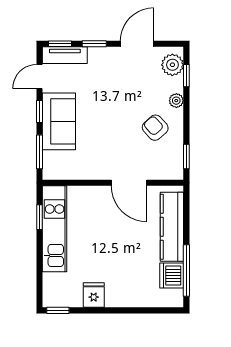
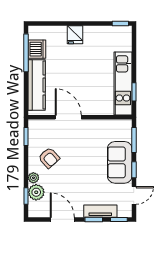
door: (137, 44) -> (62, 220), swing flipped
tv unit: (65, 55) -> (100, 211), moved
plant: (172, 65) -> (36, 192), moved
fridge: (94, 295) -> (75, 35), moved

